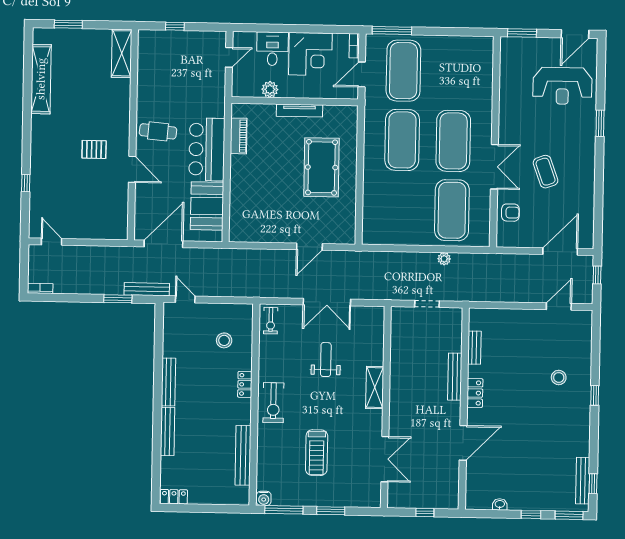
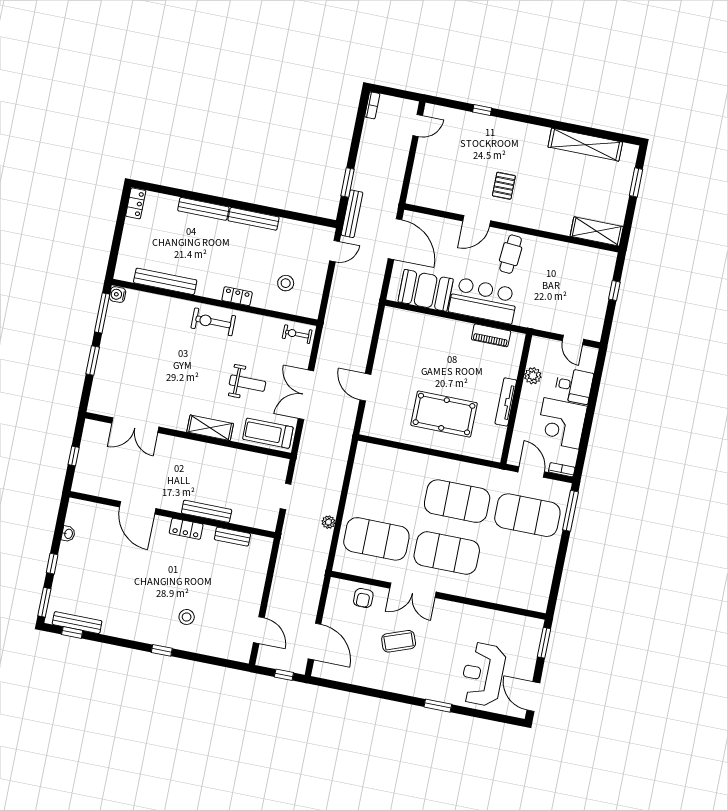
treadmill: (317, 453) -> (268, 433), moved

